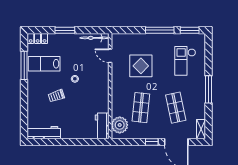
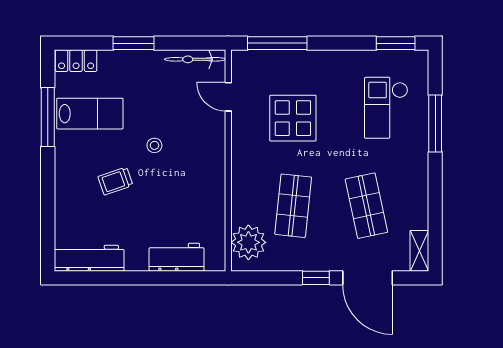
window: (160, 30) -> (277, 43), moved
lab bench: (44, 64) -> (90, 114), turned 180
window: (209, 89) -> (435, 123), moved
workbench: (102, 126) -> (176, 257), moved, turned 90

